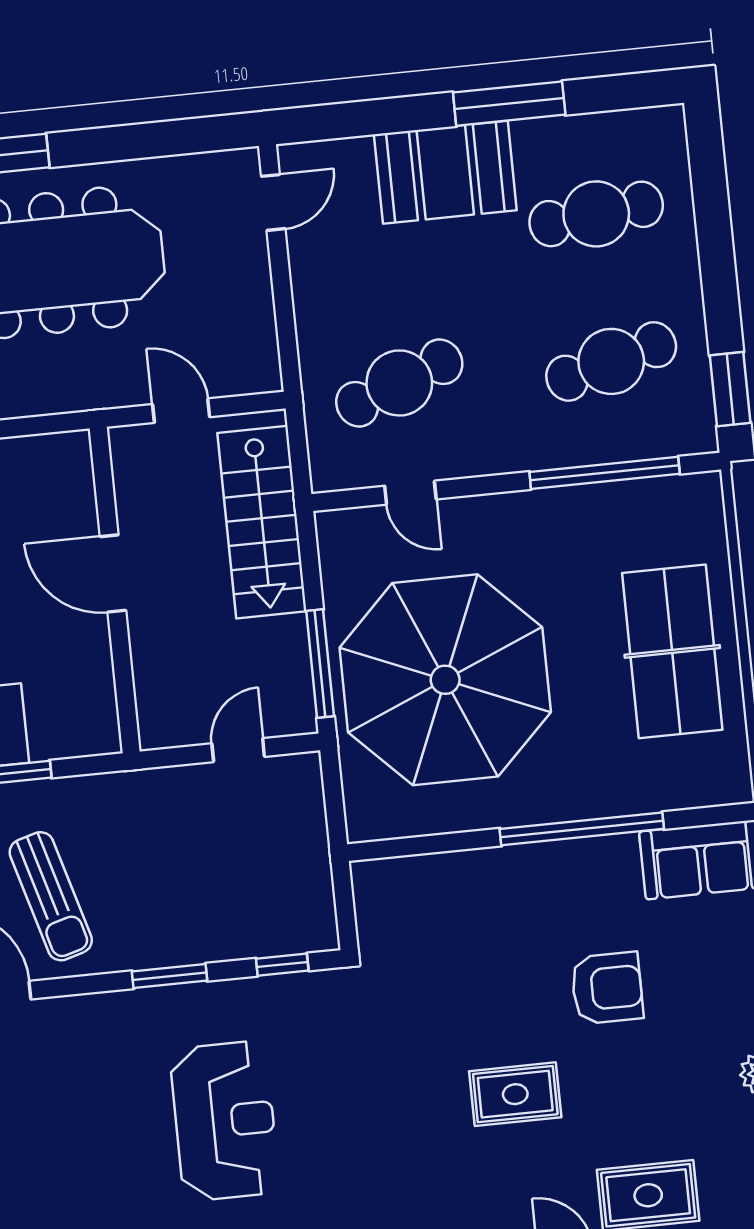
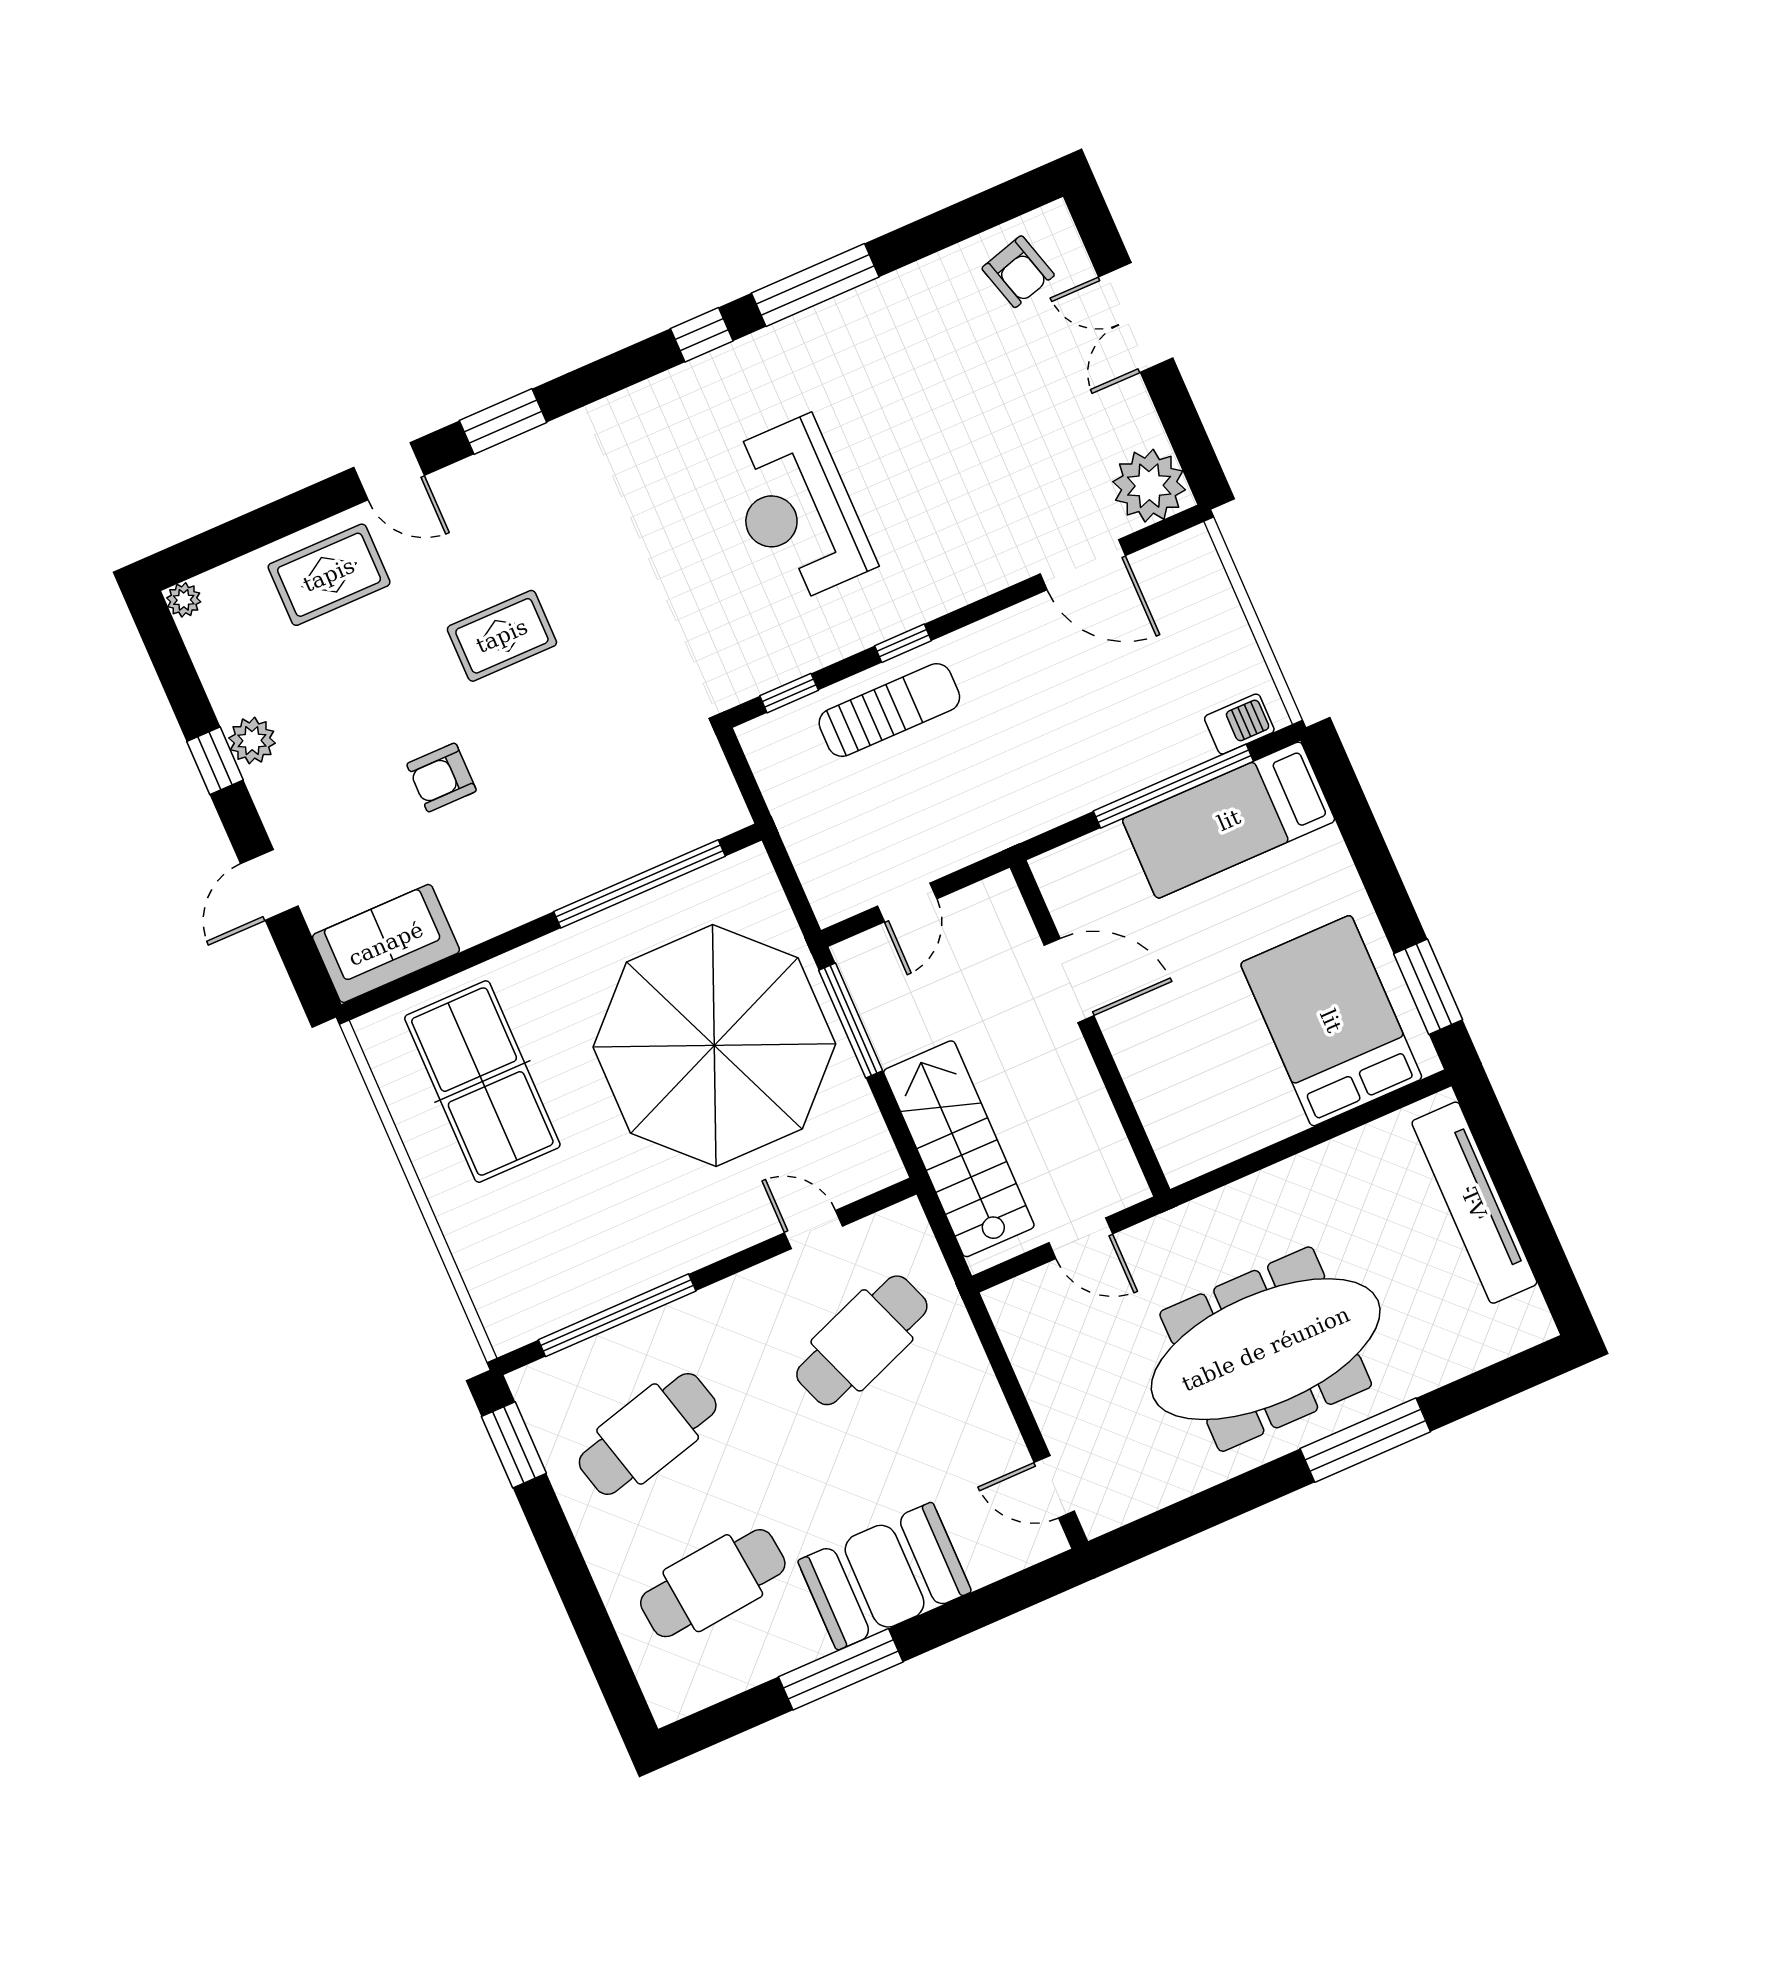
door: (273, 202) -> (1054, 1487), hinge flipped
door: (113, 573) -> (1069, 980), moved
table tennis table: (672, 651) -> (482, 1082), moved
window: (582, 829) -> (640, 884), moved
sun lounger: (51, 896) -> (889, 710), moved, turned 106
window: (170, 976) -> (903, 643), width x0.67
armchair: (607, 988) -> (442, 777), width x0.72, depth x0.72

